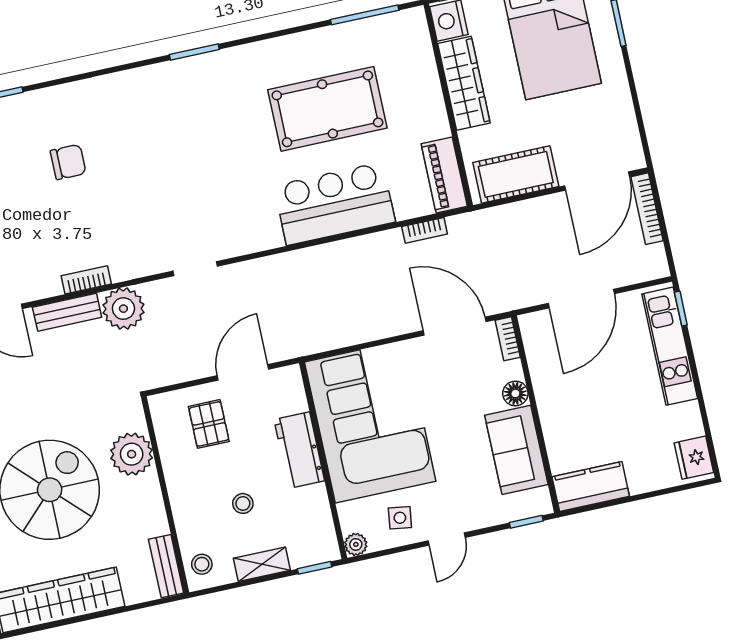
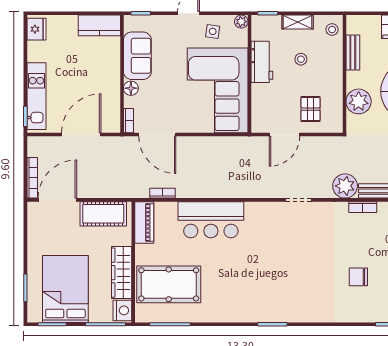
pool table: (327, 109) -> (169, 284), moved
workbench: (299, 450) -> (262, 62), moved
bench: (166, 566) -> (353, 53), moved

